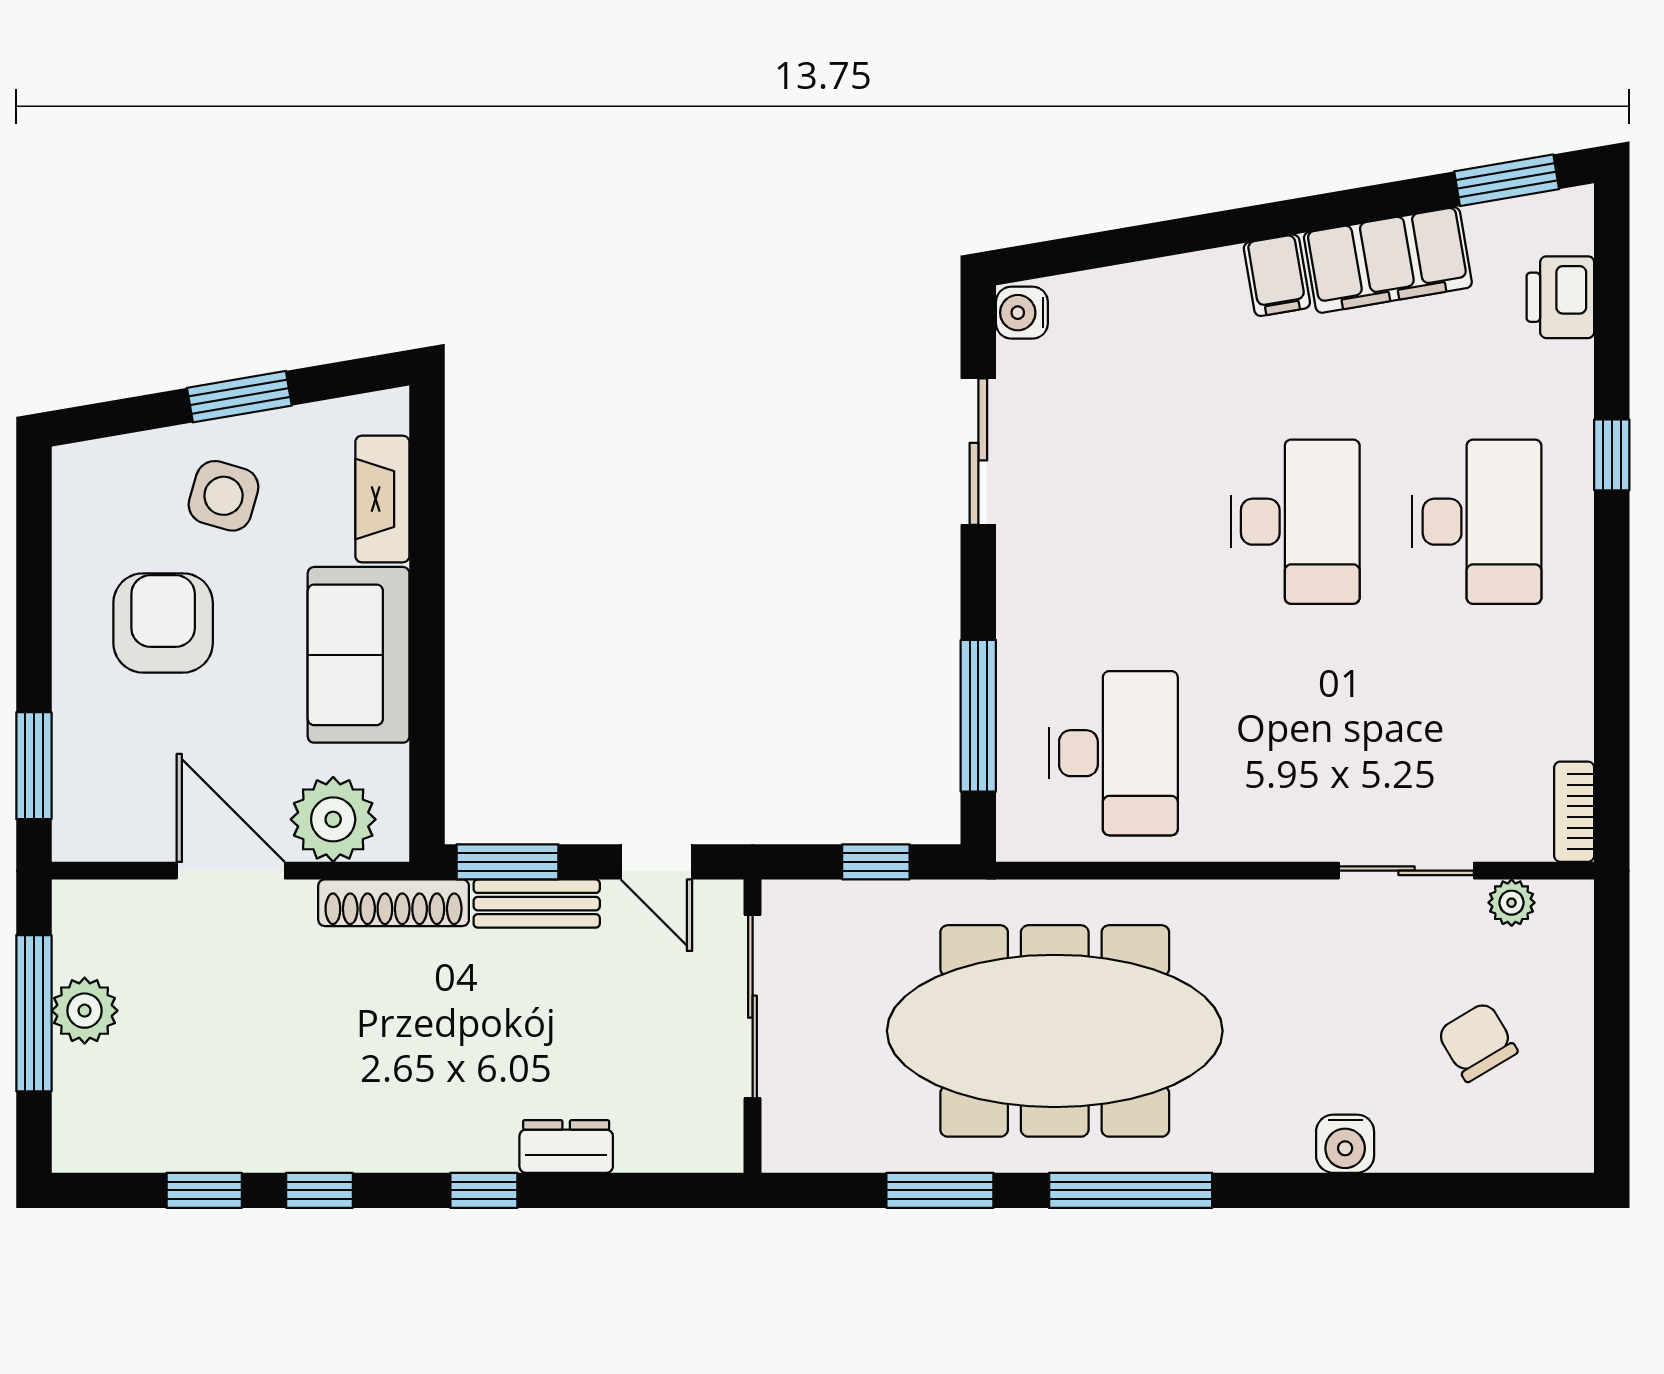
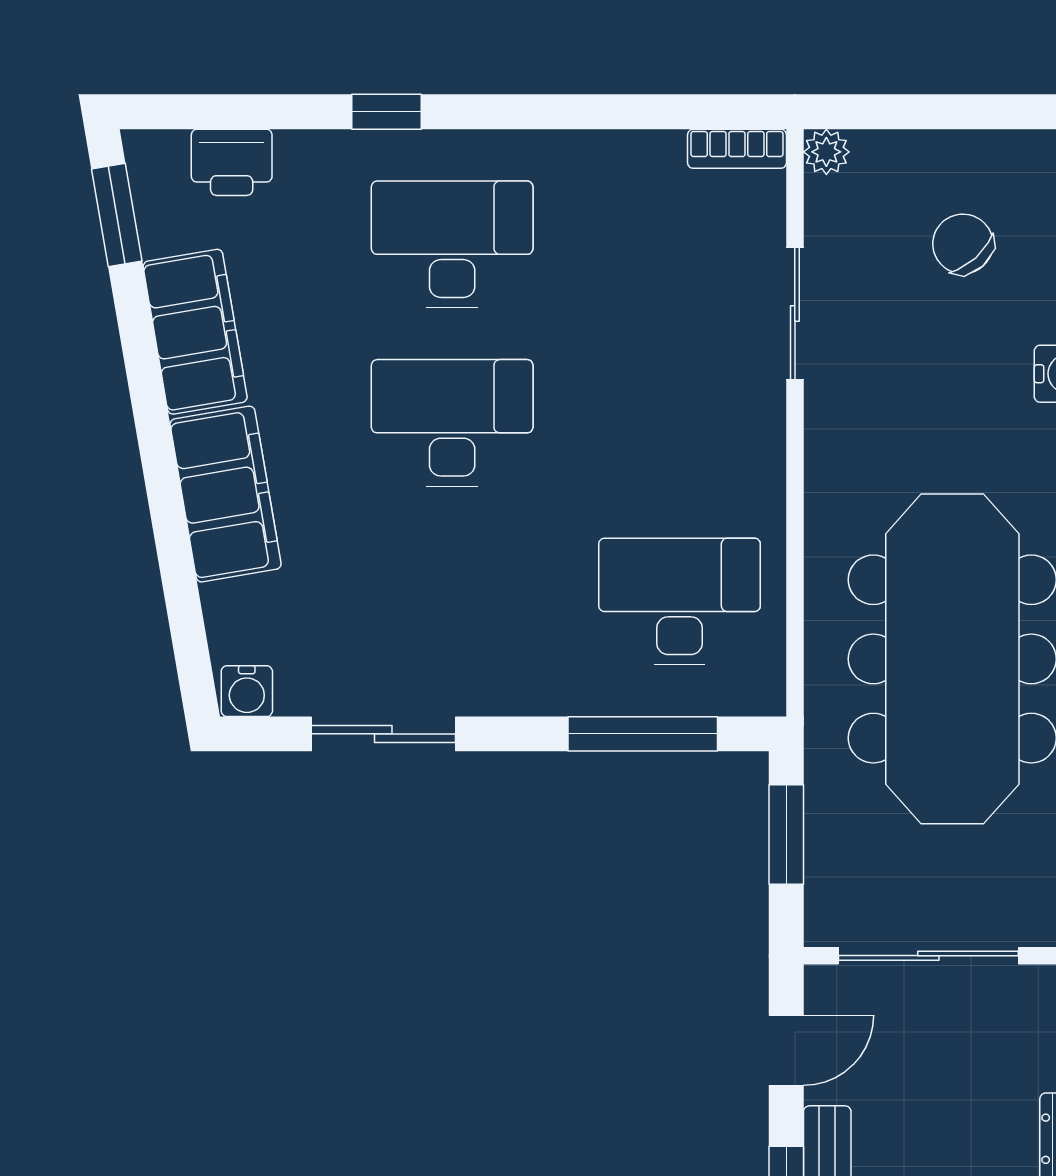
filing cabinet: (1277, 275) -> (226, 494), width x3.00, depth x1.17
window: (876, 862) -> (786, 835), width x1.50
plant: (1512, 903) -> (826, 152), moved
chair: (1477, 1042) -> (963, 244), turned 79

